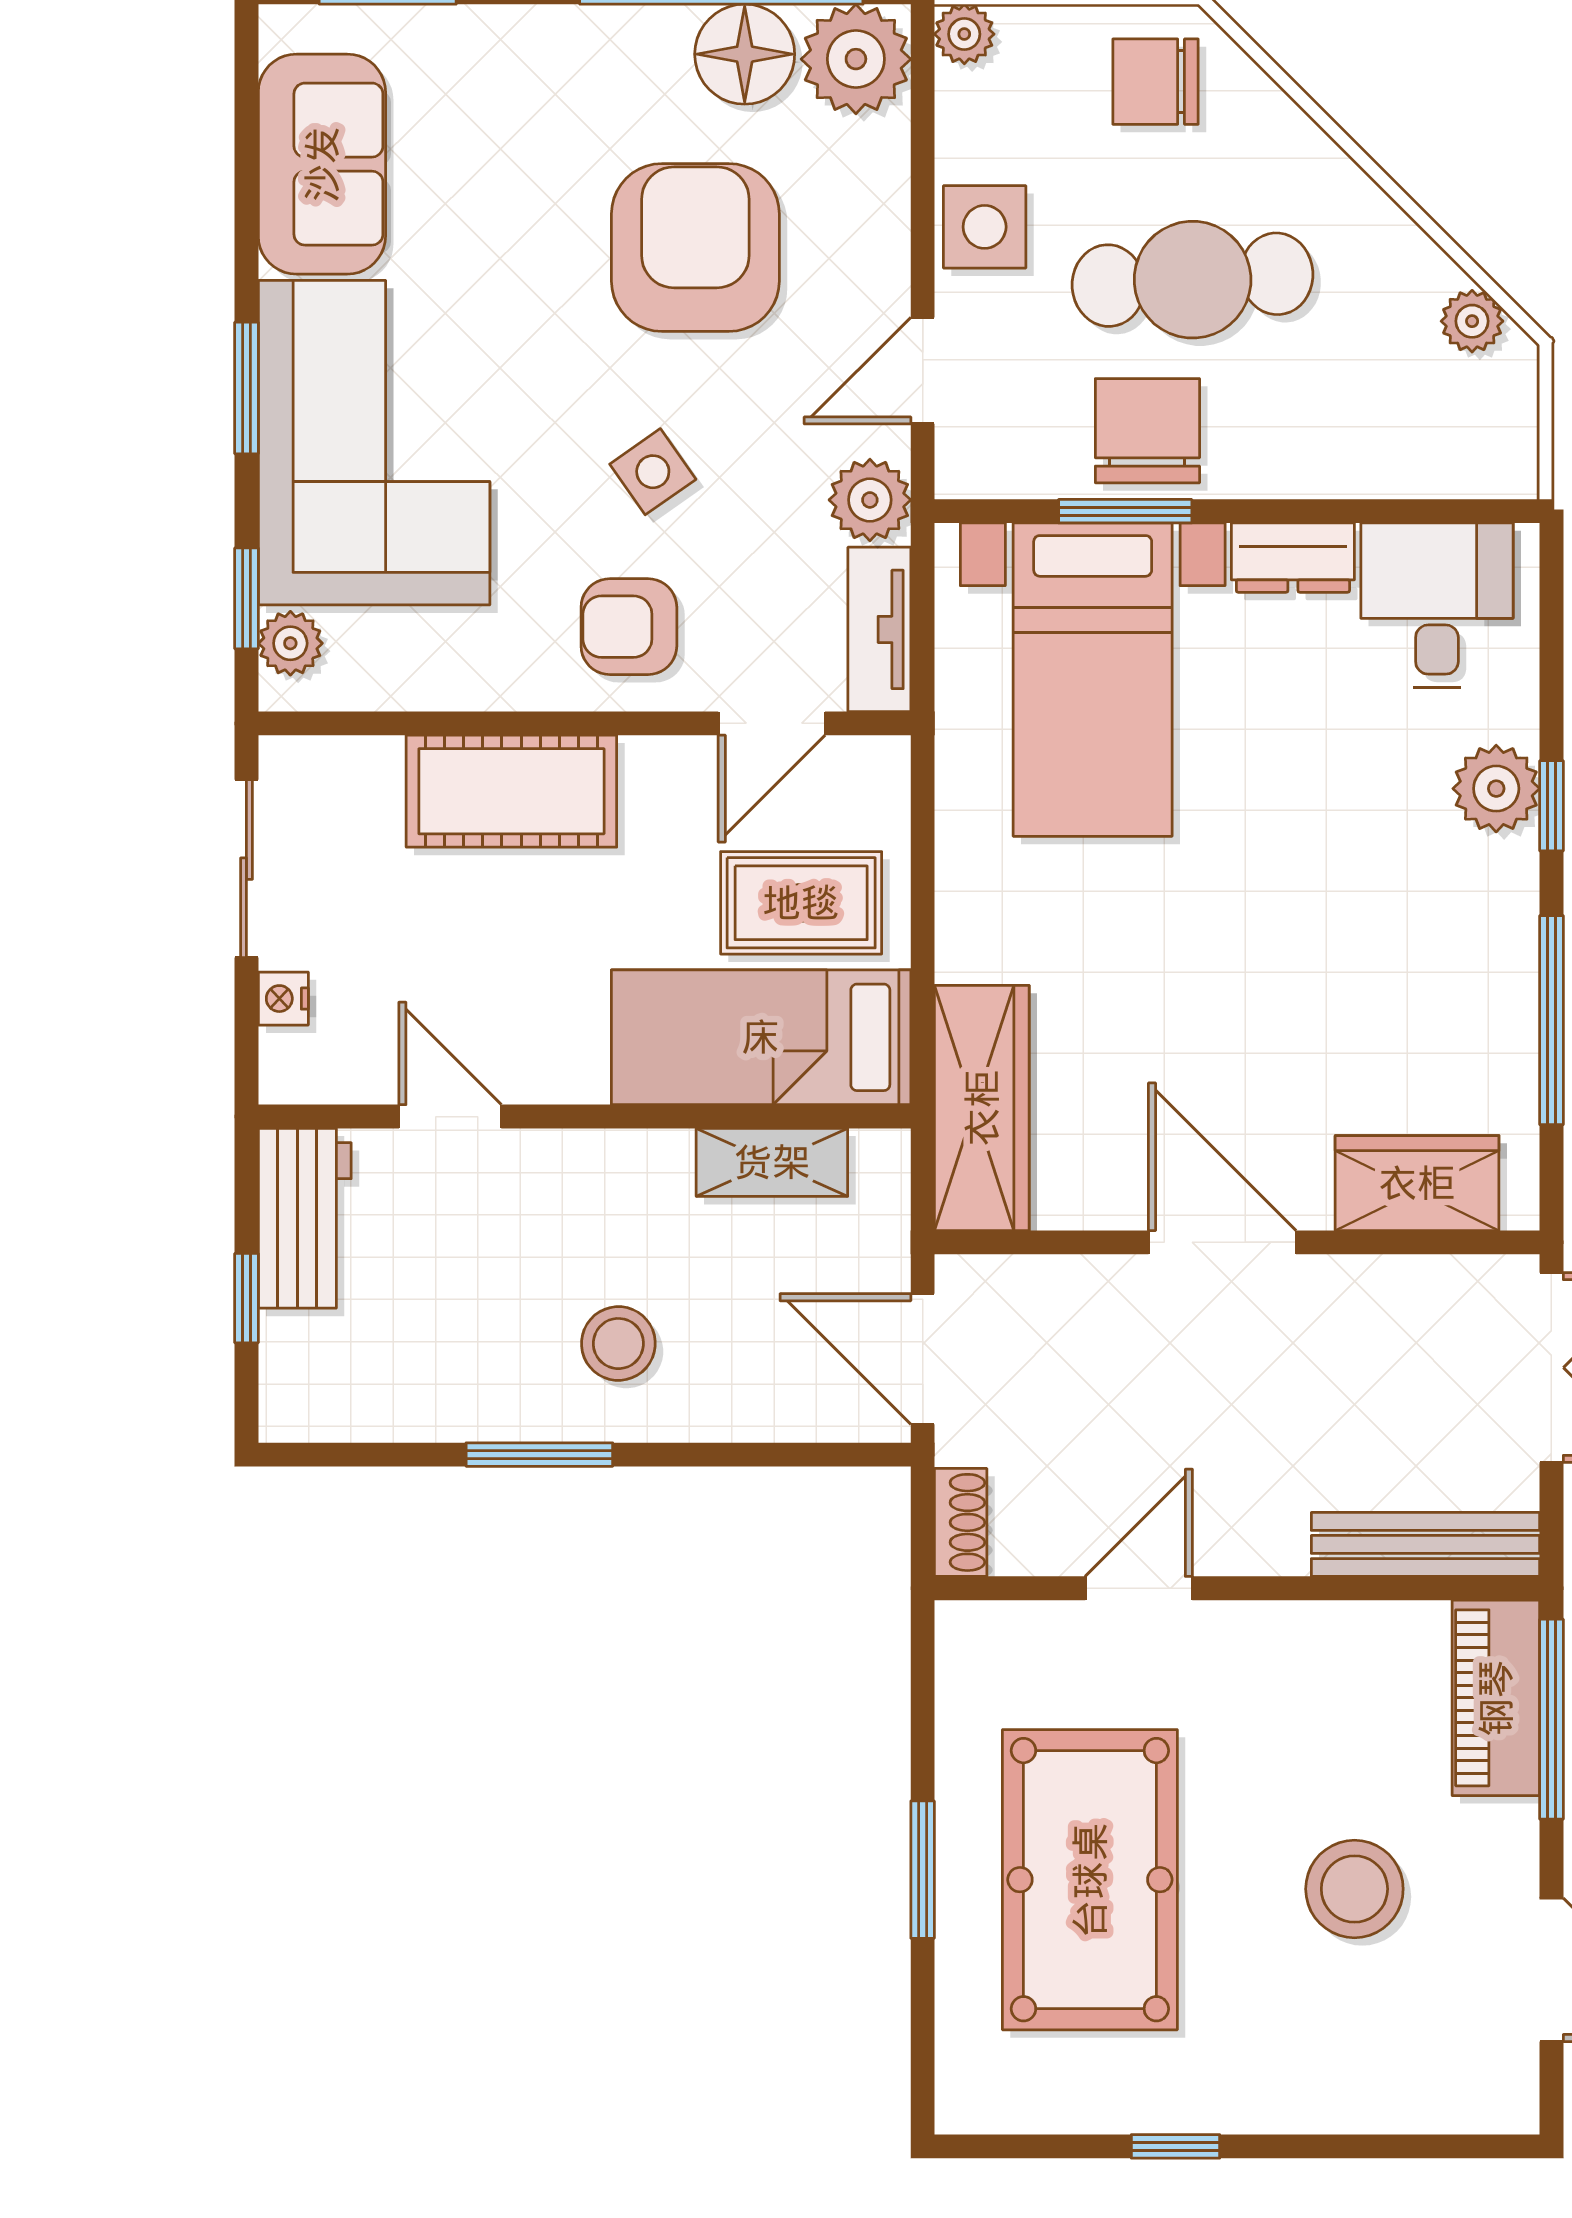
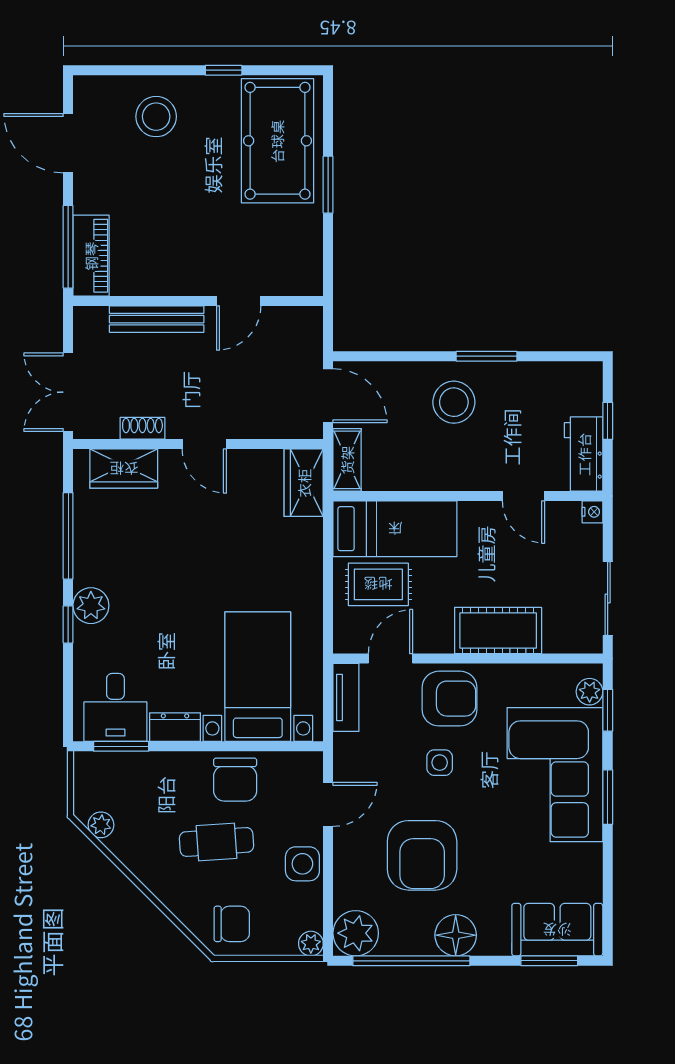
floor lamp: (745, 54) -> (456, 935), moved
sofa: (322, 164) -> (557, 930), moved, turned 90
cafe table: (1193, 280) -> (216, 842), width x0.73, depth x0.74
side table: (653, 472) -> (440, 763), turned 35
plant: (870, 500) -> (350, 751), removed
window: (1125, 511) -> (121, 746), moved
armchair: (629, 627) -> (450, 699), width x1.38, depth x1.38
plant: (1496, 789) -> (91, 606), moved
nightstand: (283, 999) -> (592, 512), moved
wardrobe: (982, 1108) -> (304, 483), width x0.67
shelving: (772, 1162) -> (347, 460), moved, turned 90
door: (1222, 1242) -> (204, 444), width x0.73
stool: (618, 1344) -> (454, 402), width x1.38, depth x1.38
shoe rack: (961, 1522) -> (142, 428), moved, turned 90
bench: (1425, 1544) -> (157, 319), moved
pool table: (1090, 1880) -> (277, 141), moved
stool: (1354, 1889) -> (156, 117), moved

